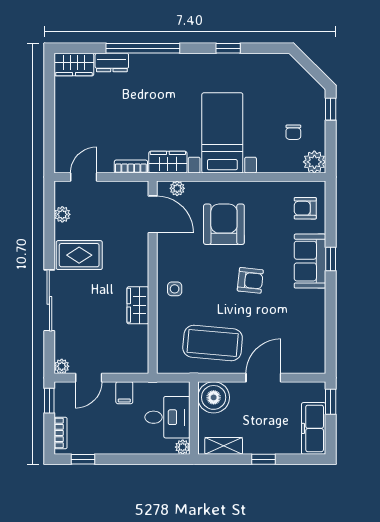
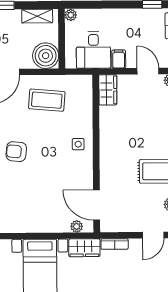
armchair: (224, 224) -> (38, 197), removed
wardrobe: (138, 305) -> (108, 90), moved
coffee table: (213, 343) -> (47, 100), width x0.73, depth x0.76
door: (89, 378) -> (148, 71), hinge flipped
desk: (167, 417) -> (93, 50), moved, turned -90

